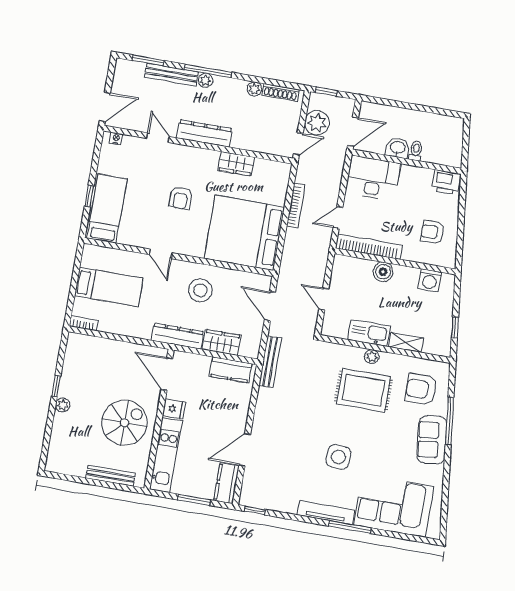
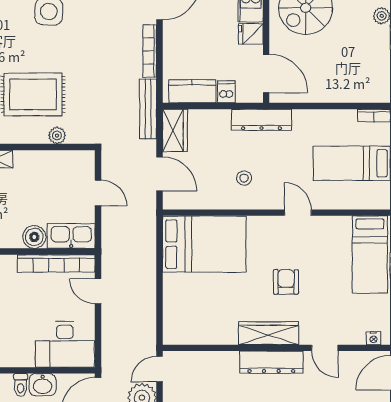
wardrobe: (236, 164) -> (269, 333), moved, width x1.50
bookcase: (296, 206) -> (150, 51), moved
door: (338, 218) -> (98, 291), swing flipped
bed: (244, 233) -> (204, 244), width x0.73
stool: (200, 290) -> (244, 178), width x0.53, depth x0.53
kitchen sink: (369, 333) -> (71, 236), moved, turned 180
wardrobe: (222, 342) -> (175, 130), moved, turned -90
plant: (372, 357) -> (57, 135), moved
dishwasher: (203, 365) -> (226, 92), added

